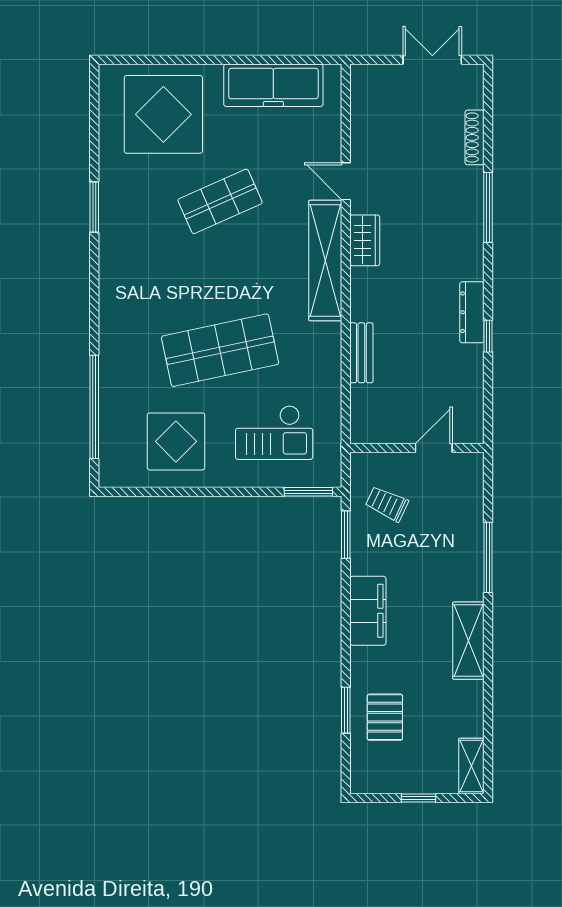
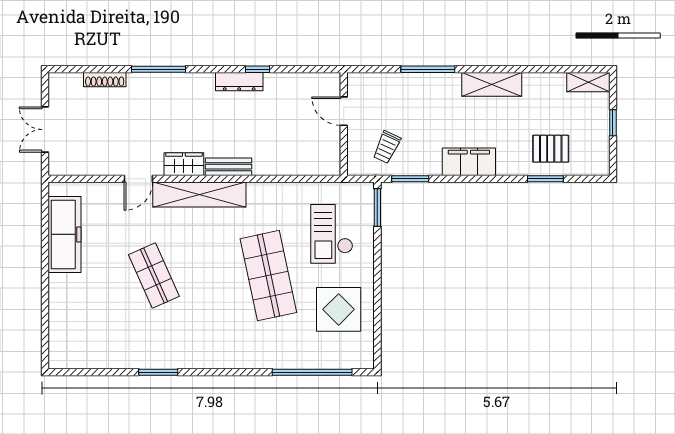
double door: (432, 60) -> (45, 130), moved
display table: (163, 114) -> (87, 319), removed
bench: (361, 353) -> (228, 167), moved
checkout: (274, 433) -> (332, 234), turned 180

